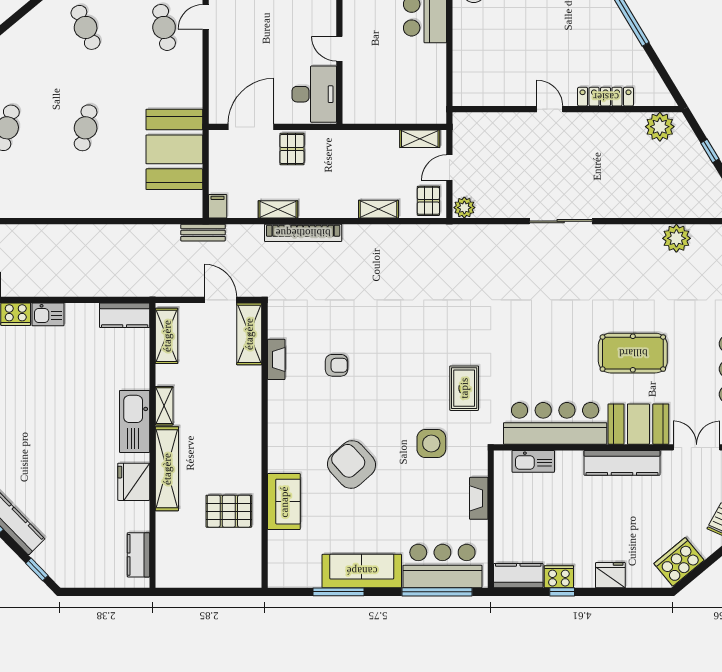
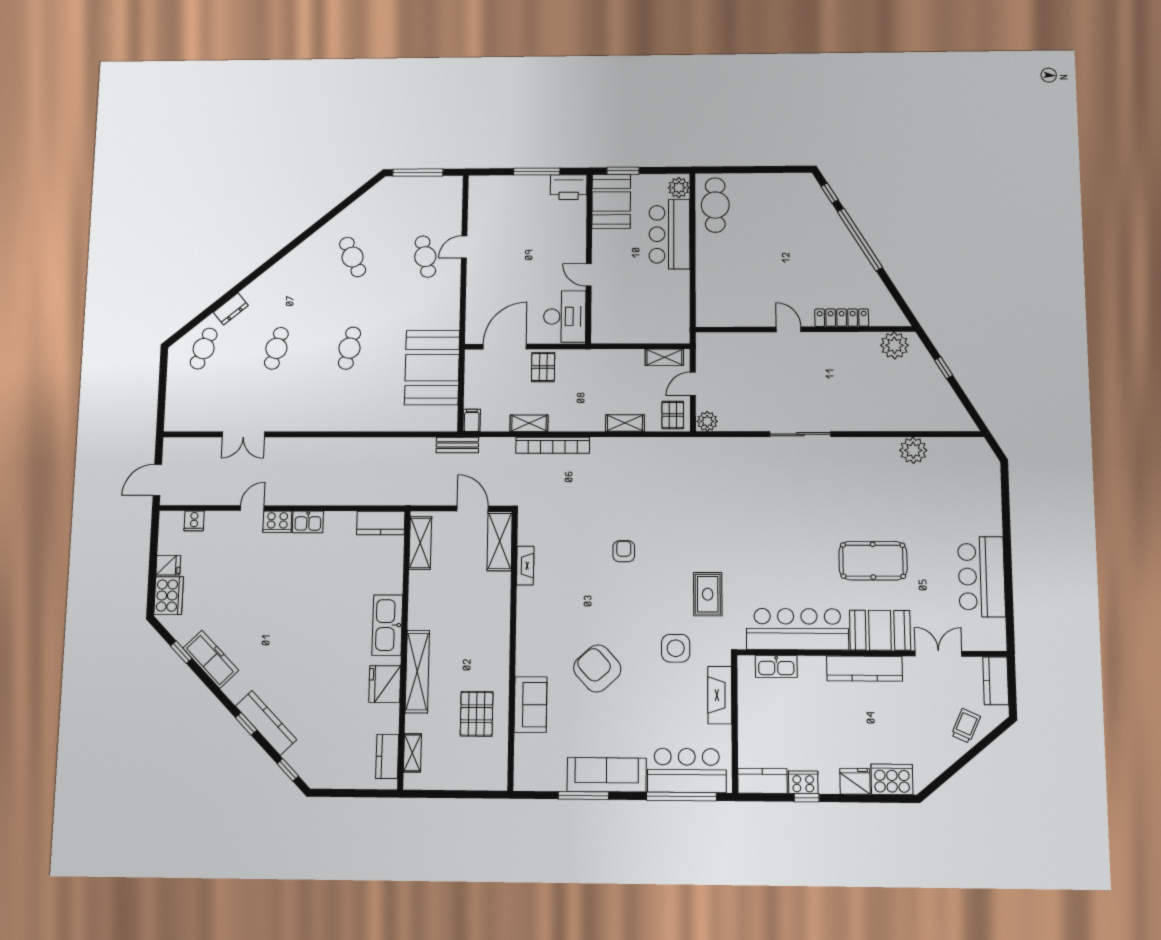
armchair: (336, 365) -> (624, 551), moved, turned -90
shelving: (164, 406) -> (412, 753), moved
fireplace: (479, 498) -> (720, 695), width x1.37, depth x1.32
pallet: (229, 511) -> (477, 714), turned 90
cooker: (679, 562) -> (892, 779), moved, turned 40

